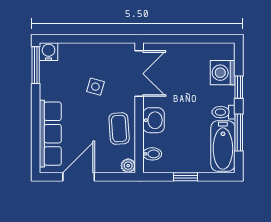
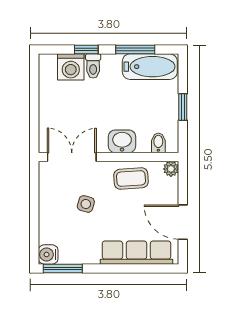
toilet: (224, 112) -> (93, 66), moved

